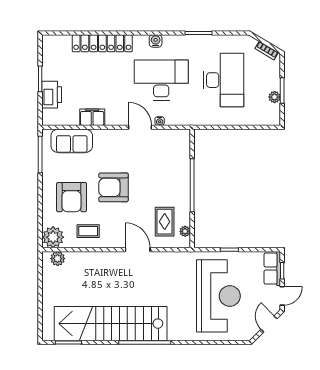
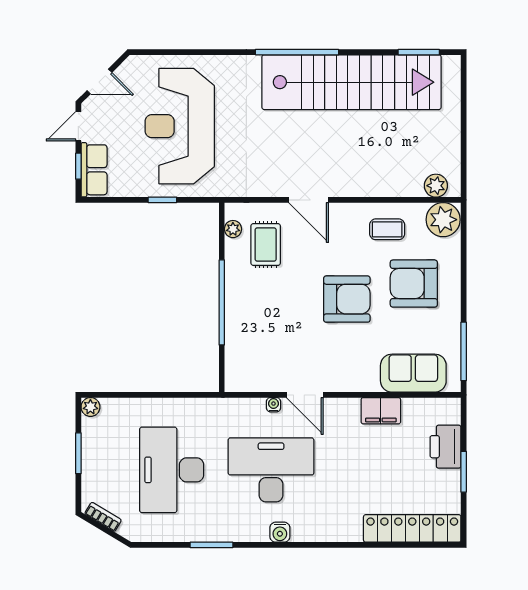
locker: (102, 43) -> (412, 528), moved
desk: (161, 80) -> (271, 470), turned 180
plant: (275, 97) -> (90, 407), moved
armchair: (72, 197) -> (414, 284), turned -90
door: (269, 324) -> (99, 81), hinge flipped

